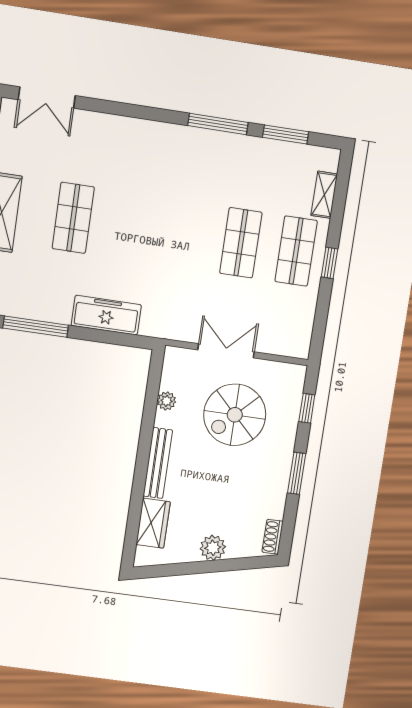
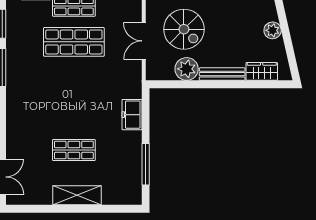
shop shelf: (241, 243) -> (74, 42), width x1.43, depth x1.36
freezer: (106, 315) -> (132, 115), width x0.71
plant: (167, 401) -> (187, 69), width x1.88, depth x1.88

